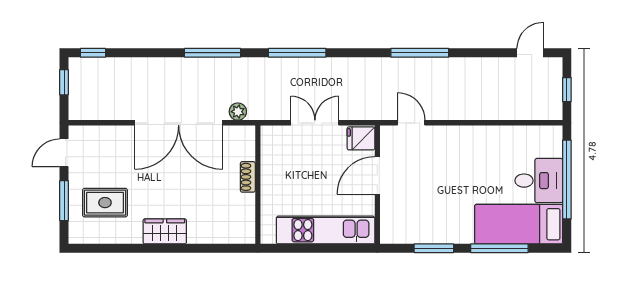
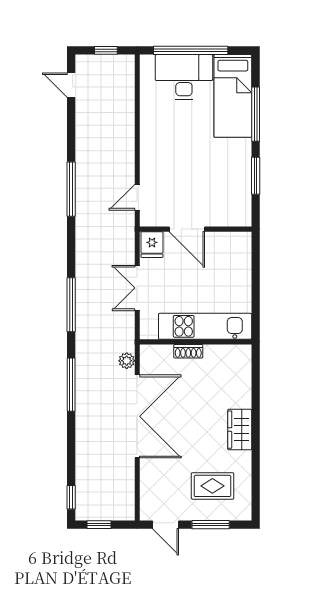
desk: (539, 181) -> (184, 77), width x1.37
rug: (105, 203) -> (212, 486), turned 90
kitchen unit: (326, 230) -> (205, 326), moved, turned 90

